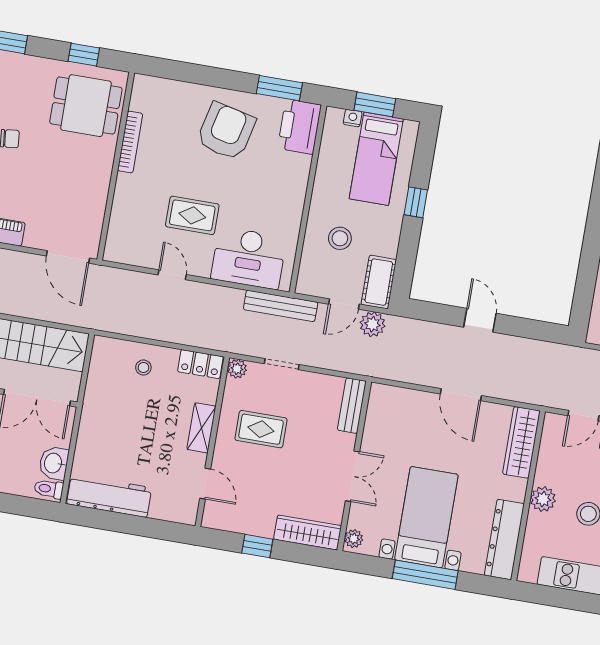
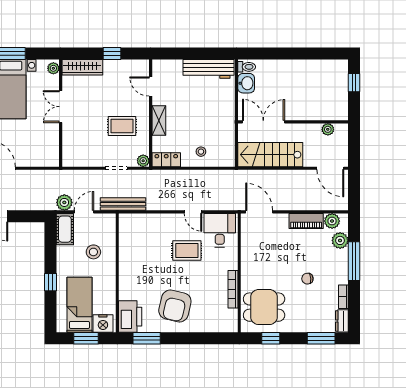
nightstand: (353, 118) -> (103, 324), width x1.89, depth x1.79
desk: (249, 258) -> (220, 230), moved, width x0.73
bench: (352, 406) -> (68, 150), removed

